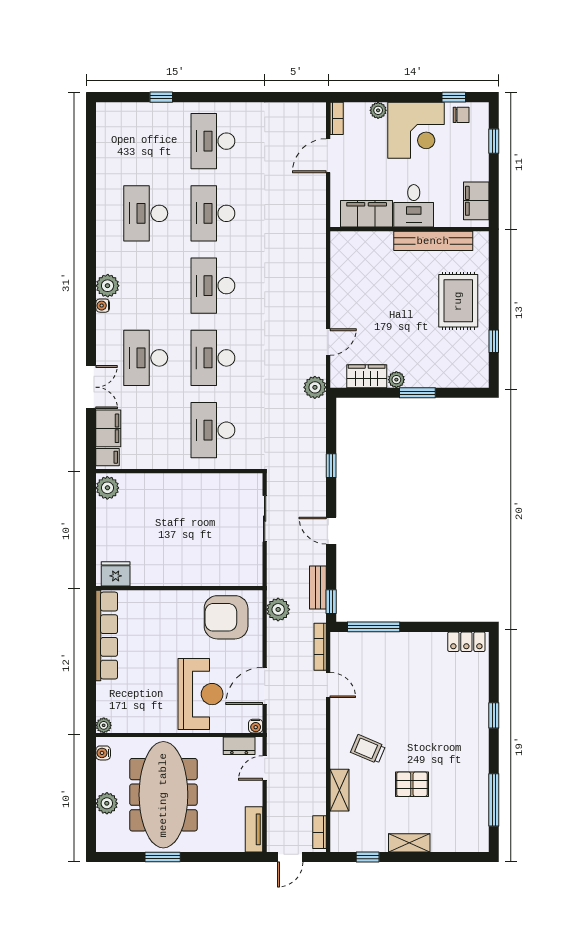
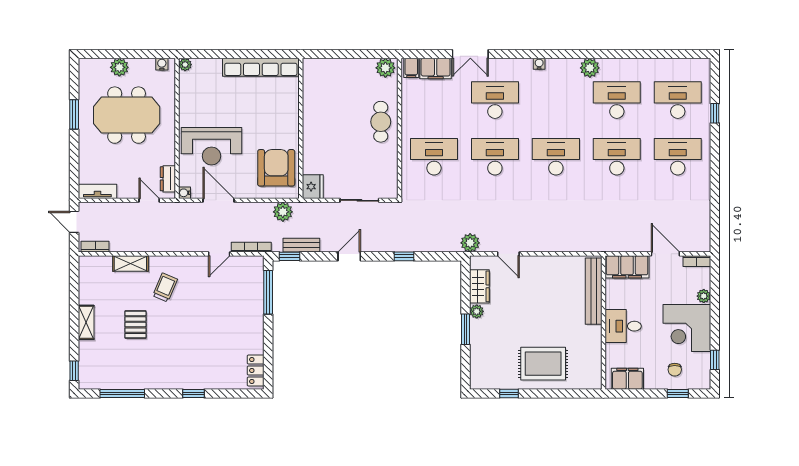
chair: (461, 115) -> (675, 370), moved
desk: (146, 141) -> (678, 100), added
filing cabinet: (367, 214) -> (627, 267), moved, turned 90
bench: (433, 241) -> (594, 291), moved
plant: (108, 286) -> (590, 68), moved
cafe table: (171, 493) -> (381, 122), added
fridge: (116, 574) -> (313, 187), moved
meeting table: (163, 795) -> (127, 115), width x0.73
window: (368, 857) -> (74, 371), moved

